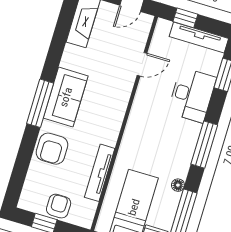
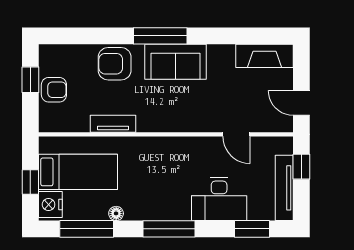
tv unit: (100, 173) -> (113, 124), width x0.71

